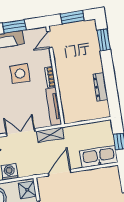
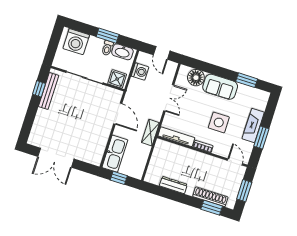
shoe rack: (94, 46) -> (210, 197), added
shelving: (50, 135) -> (150, 133), moved

